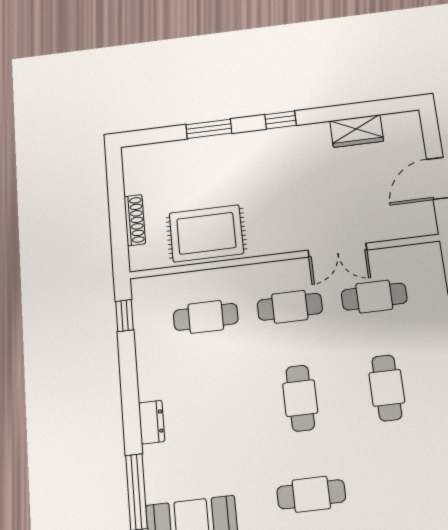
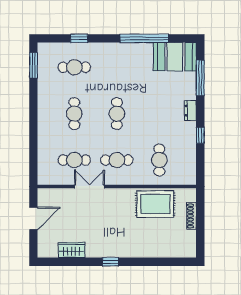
window: (209, 129) -> (149, 262), removed
window: (124, 316) -> (200, 135), moved
cafe table: (206, 317) -> (159, 160), turned 90
cafe table: (311, 494) -> (74, 67), moved

